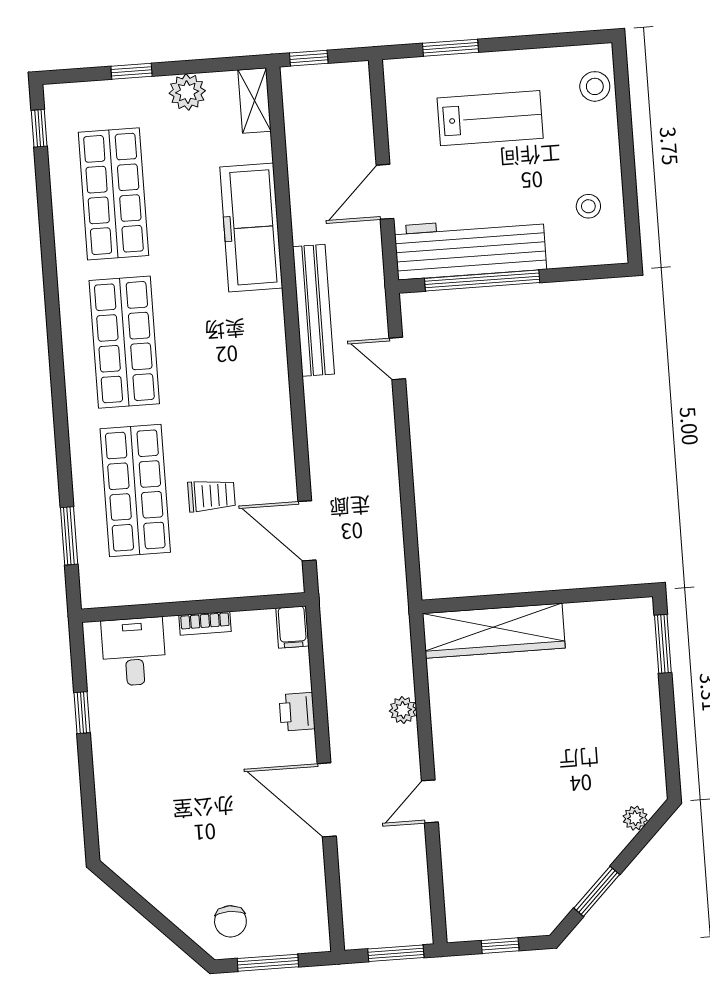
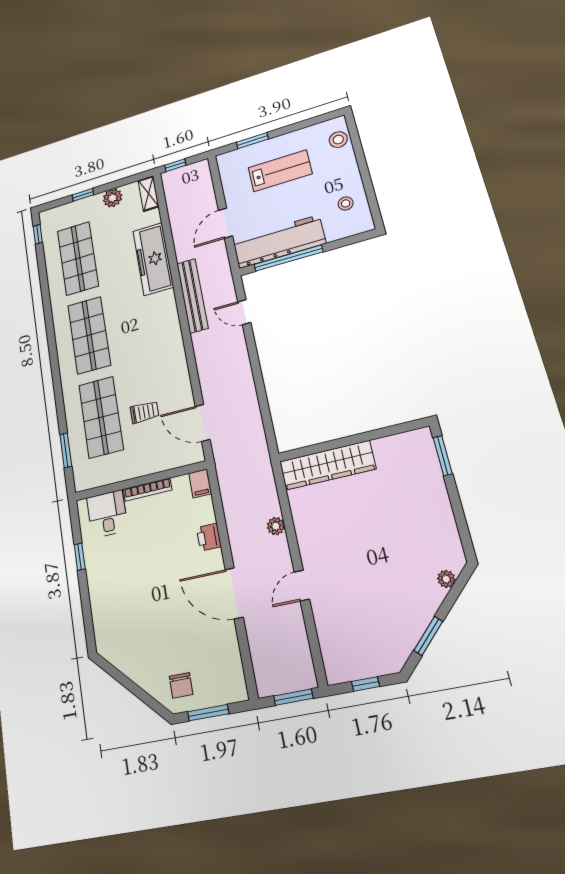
bookcase: (205, 623) -> (148, 490), width x1.56

